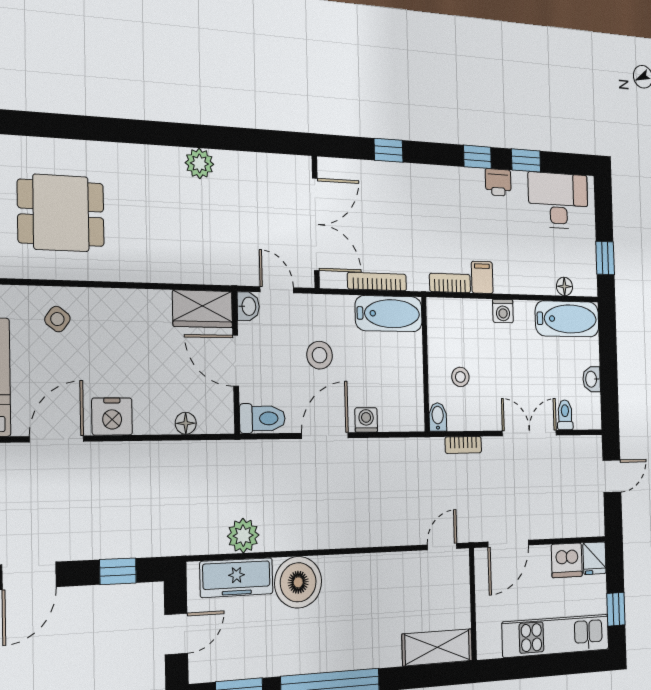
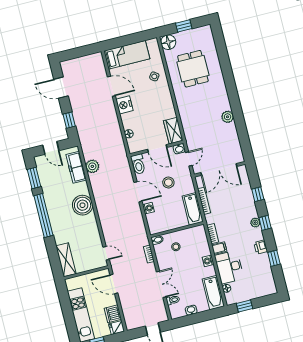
window: (477, 157) -> (265, 223), moved
plant: (446, 177) -> (255, 223), added
desk: (558, 201) -> (229, 267), moved, turned 180
door: (236, 361) -> (157, 148), swing flipped
boiler: (298, 582) -> (83, 205), moved

